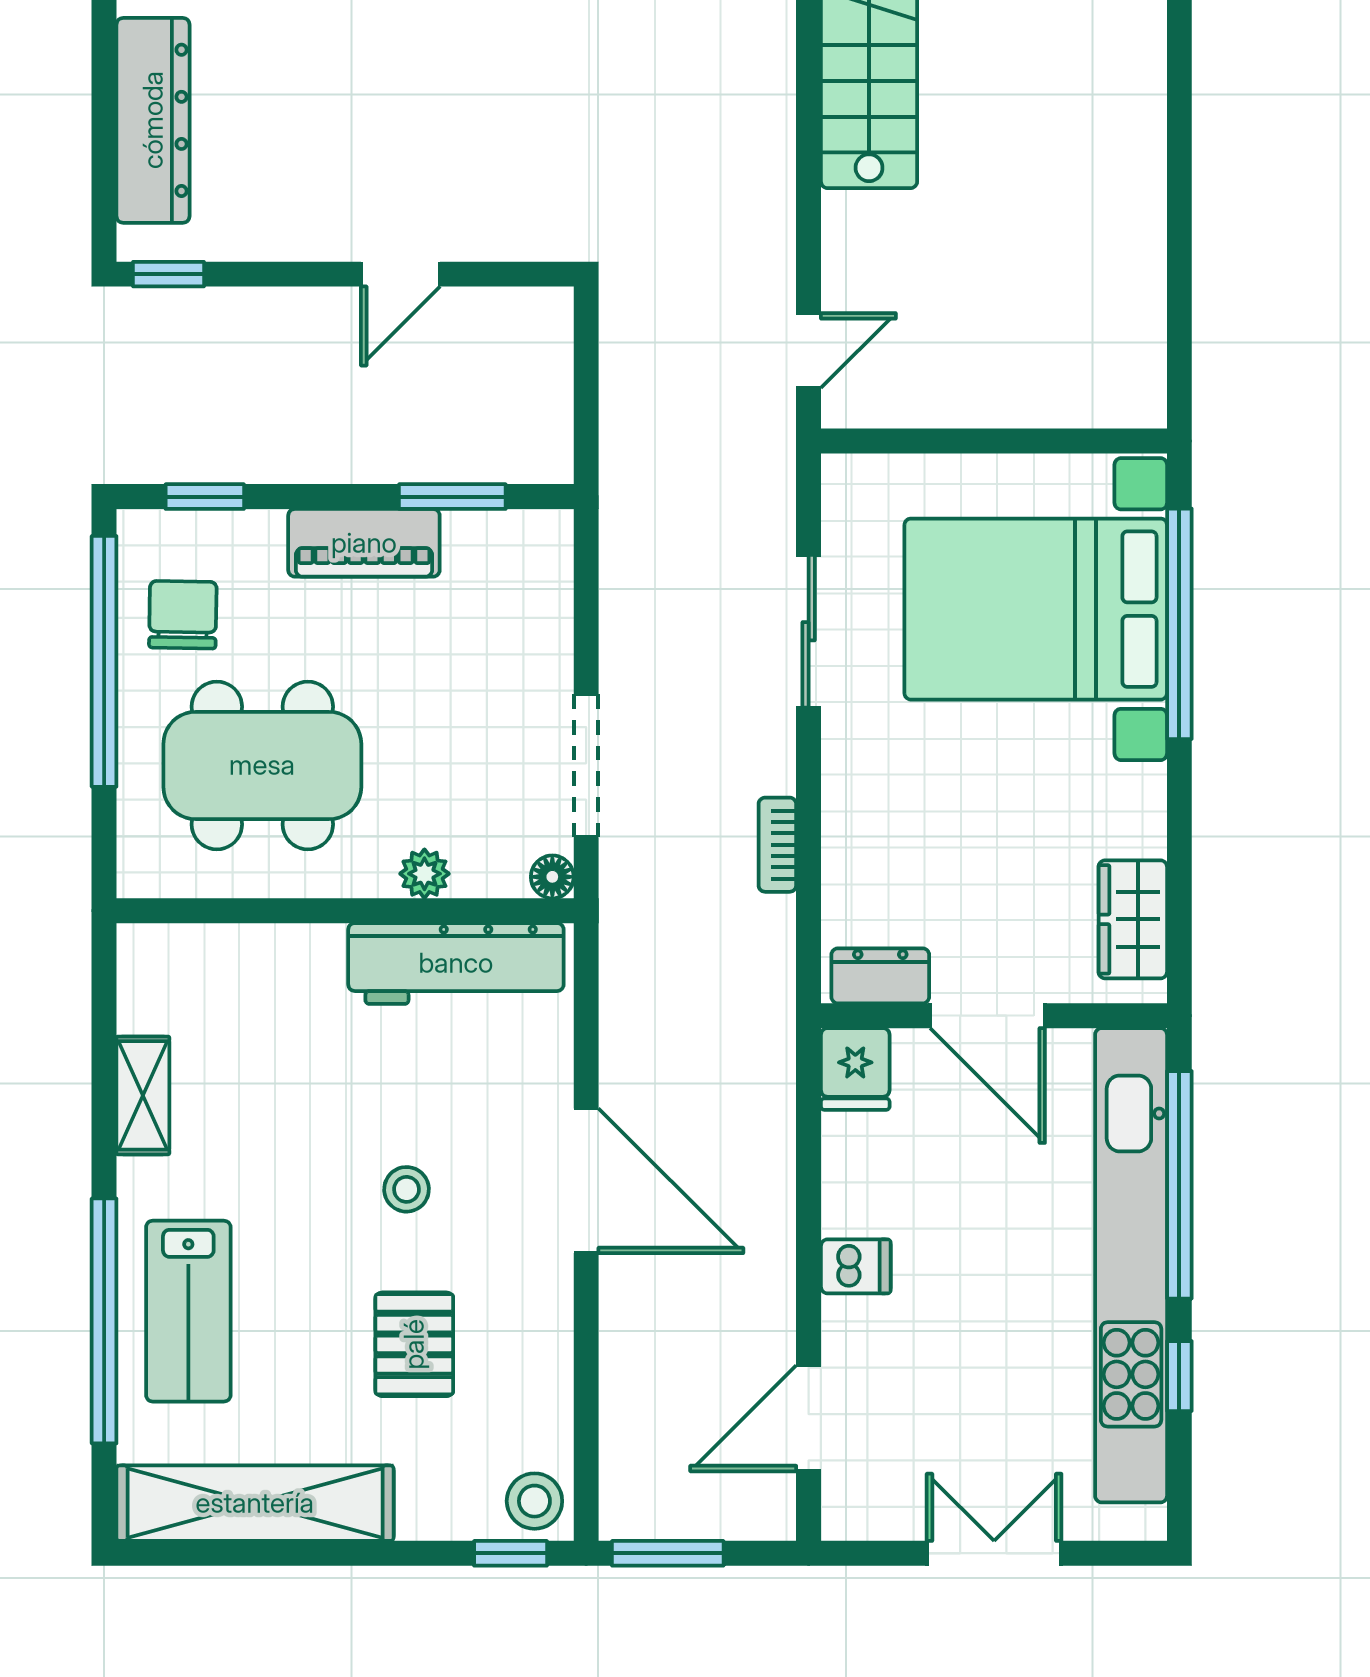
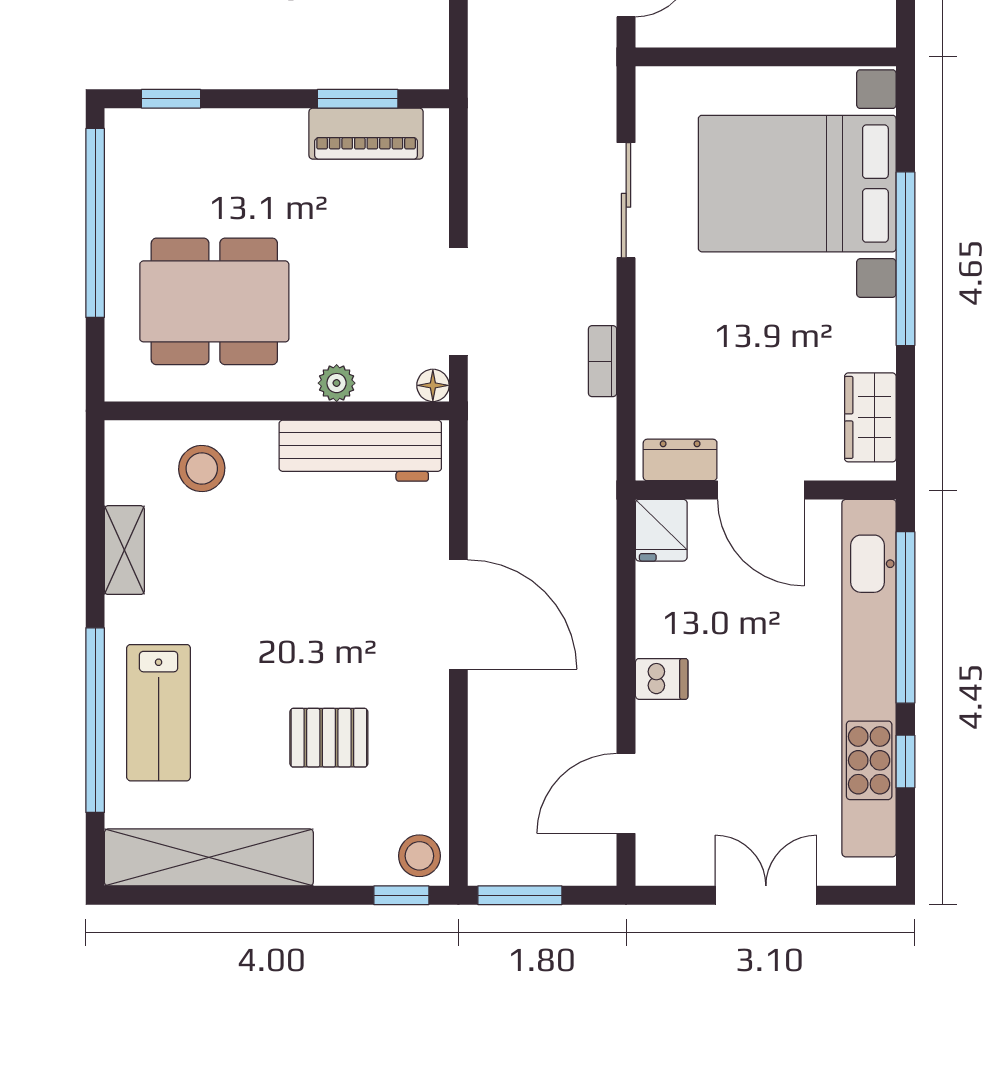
piano: (364, 543) -> (366, 134), moved
chair: (183, 615) -> (154, 188), removed
window: (1179, 624) -> (905, 259), moved
stool: (406, 1189) -> (202, 469), moved, width x1.37, depth x1.37
pallet: (414, 1344) -> (329, 738), turned 90

